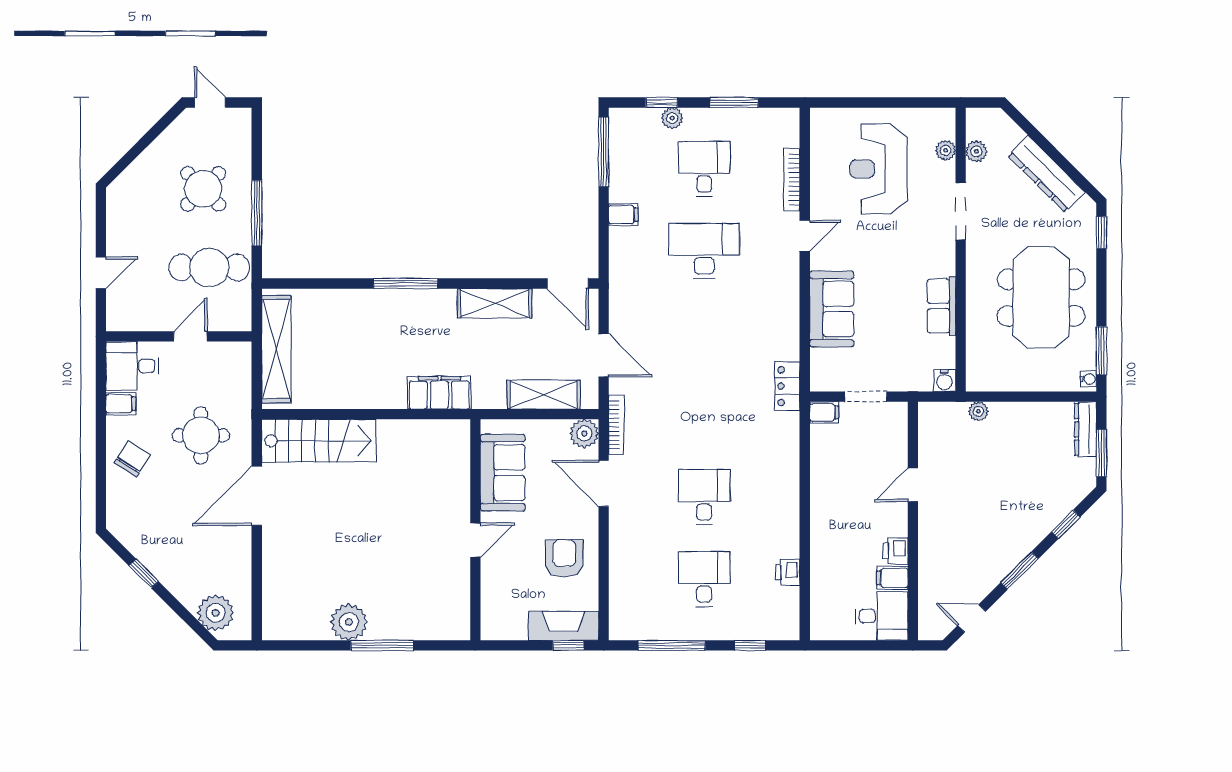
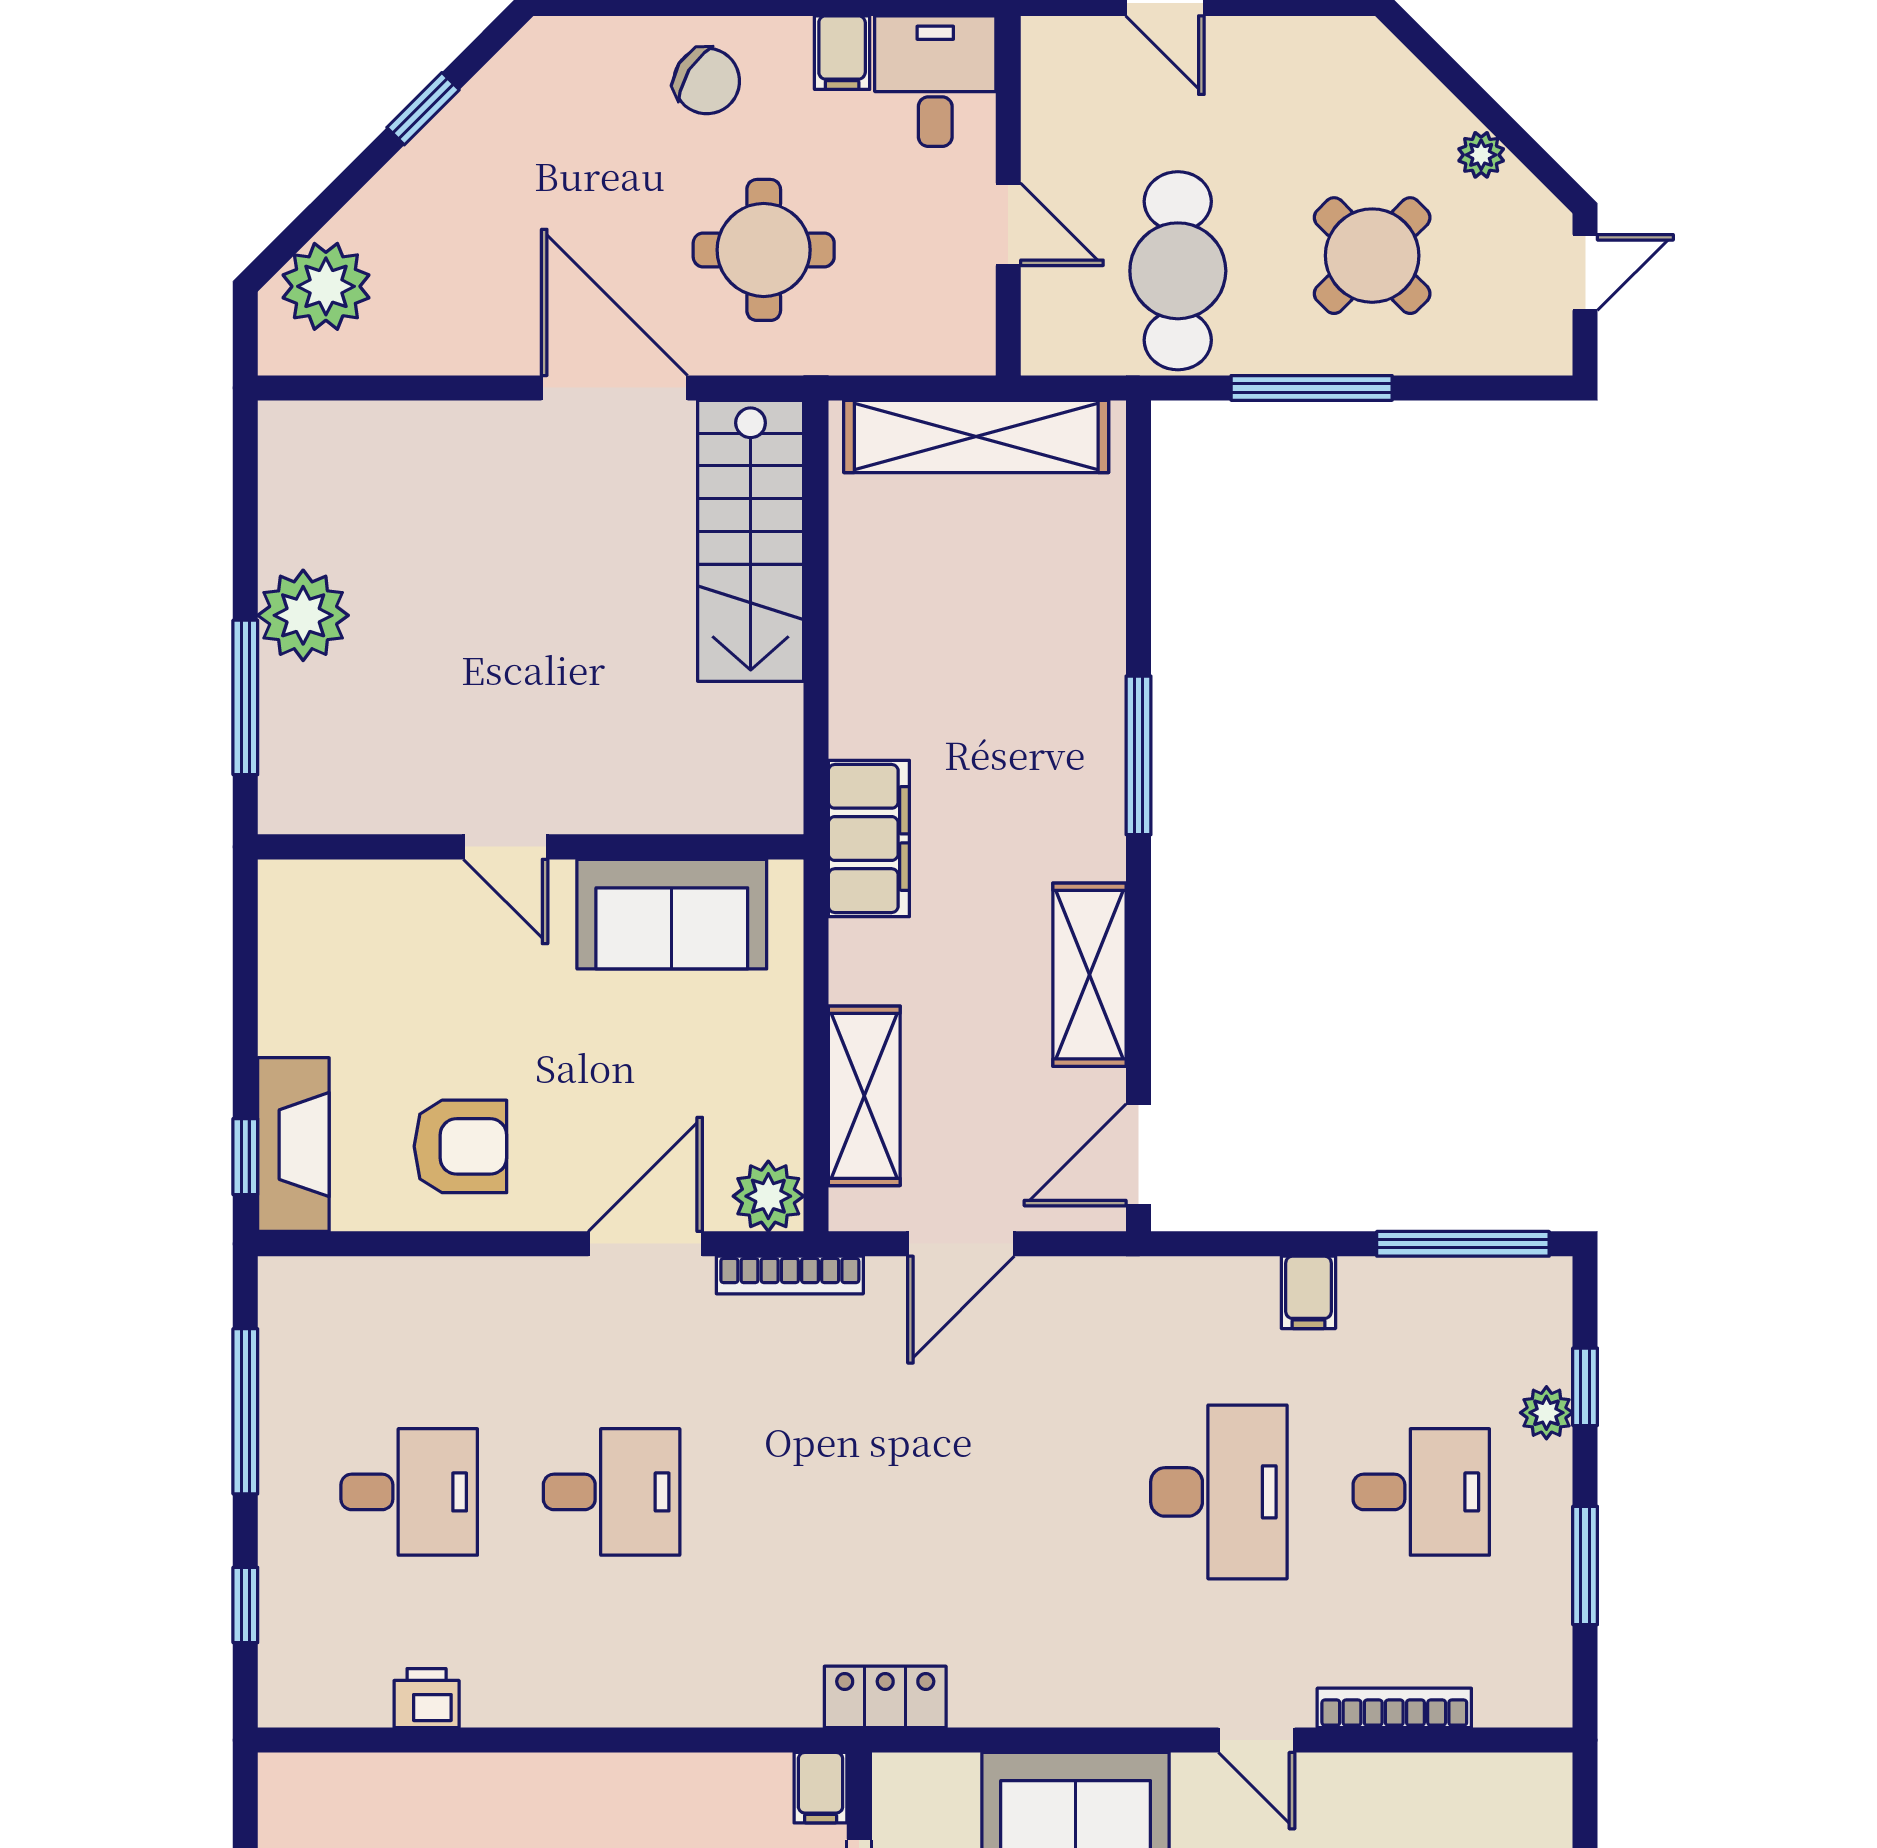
plant: (162, 145) -> (1481, 155), added
sofa: (503, 473) -> (672, 914), moved
wall: (475, 530) -> (531, 847), moved
door: (475, 540) -> (506, 847), moved

